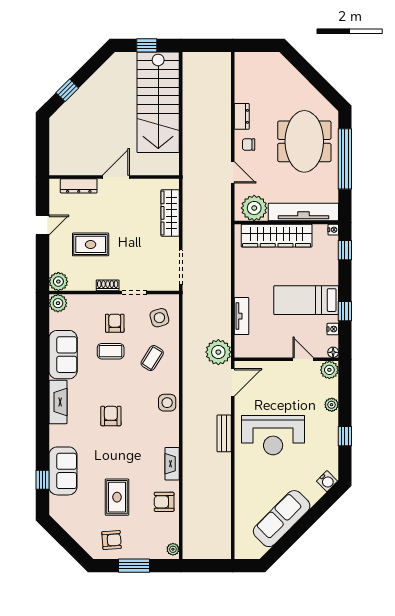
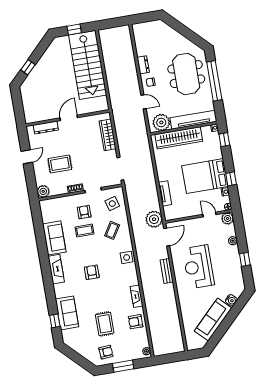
bed: (306, 300) -> (205, 176), width x1.50
plant: (58, 303) -> (45, 205), removed
reception desk: (273, 435) -> (198, 267), turned 90
water cooler: (327, 481) -> (231, 300), moved

